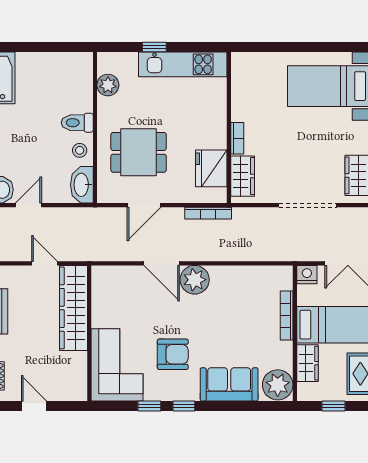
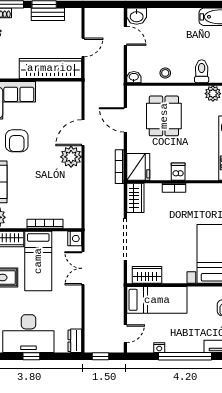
toilet: (77, 123) -> (202, 71), moved
dishwasher: (215, 133) -> (178, 172), added
fridge: (211, 168) -> (138, 167), moved, turned 90
wardrobe: (243, 176) -> (135, 198), moved, turned -90
washbasin: (82, 185) -> (134, 77), width x0.52, depth x0.69

